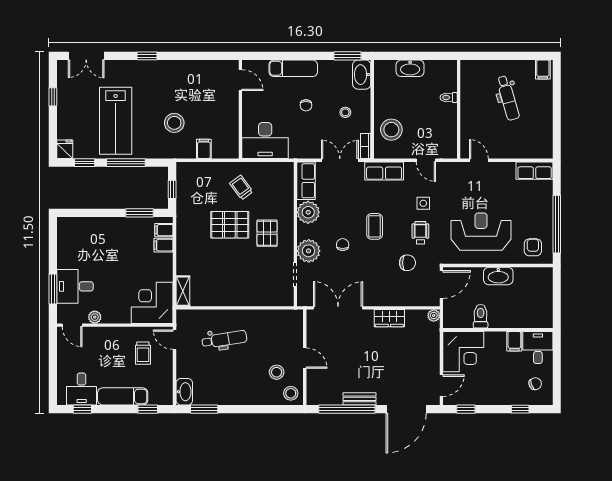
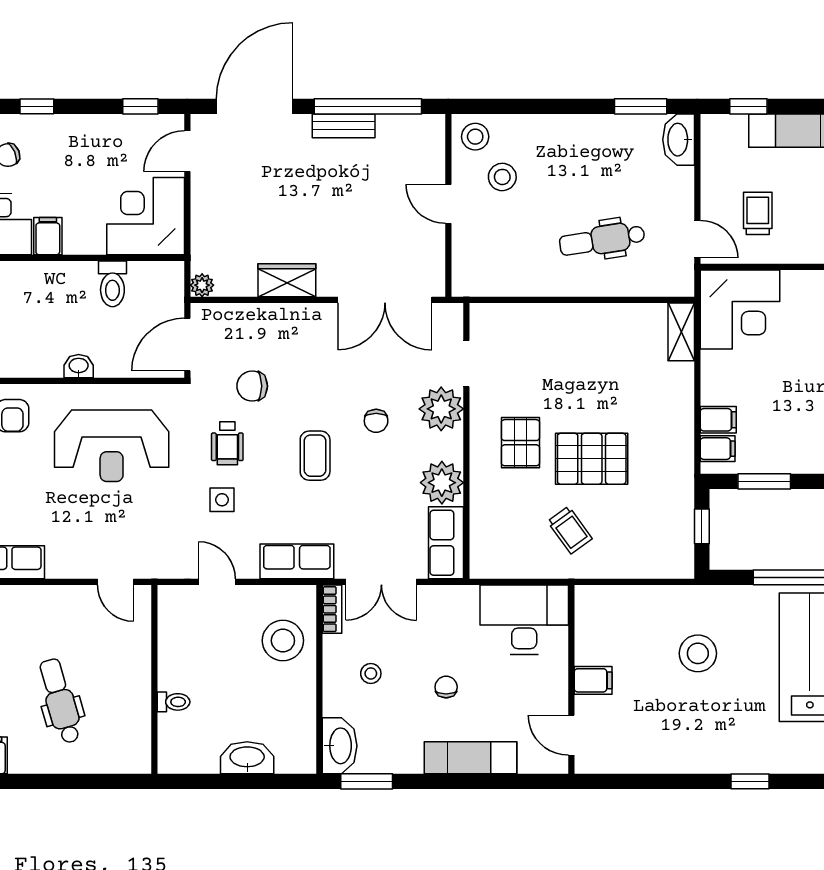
filing cabinet: (204, 149) -> (593, 680), moved, turned -90
washbasin: (498, 276) -> (79, 366), width x0.52, depth x0.69

